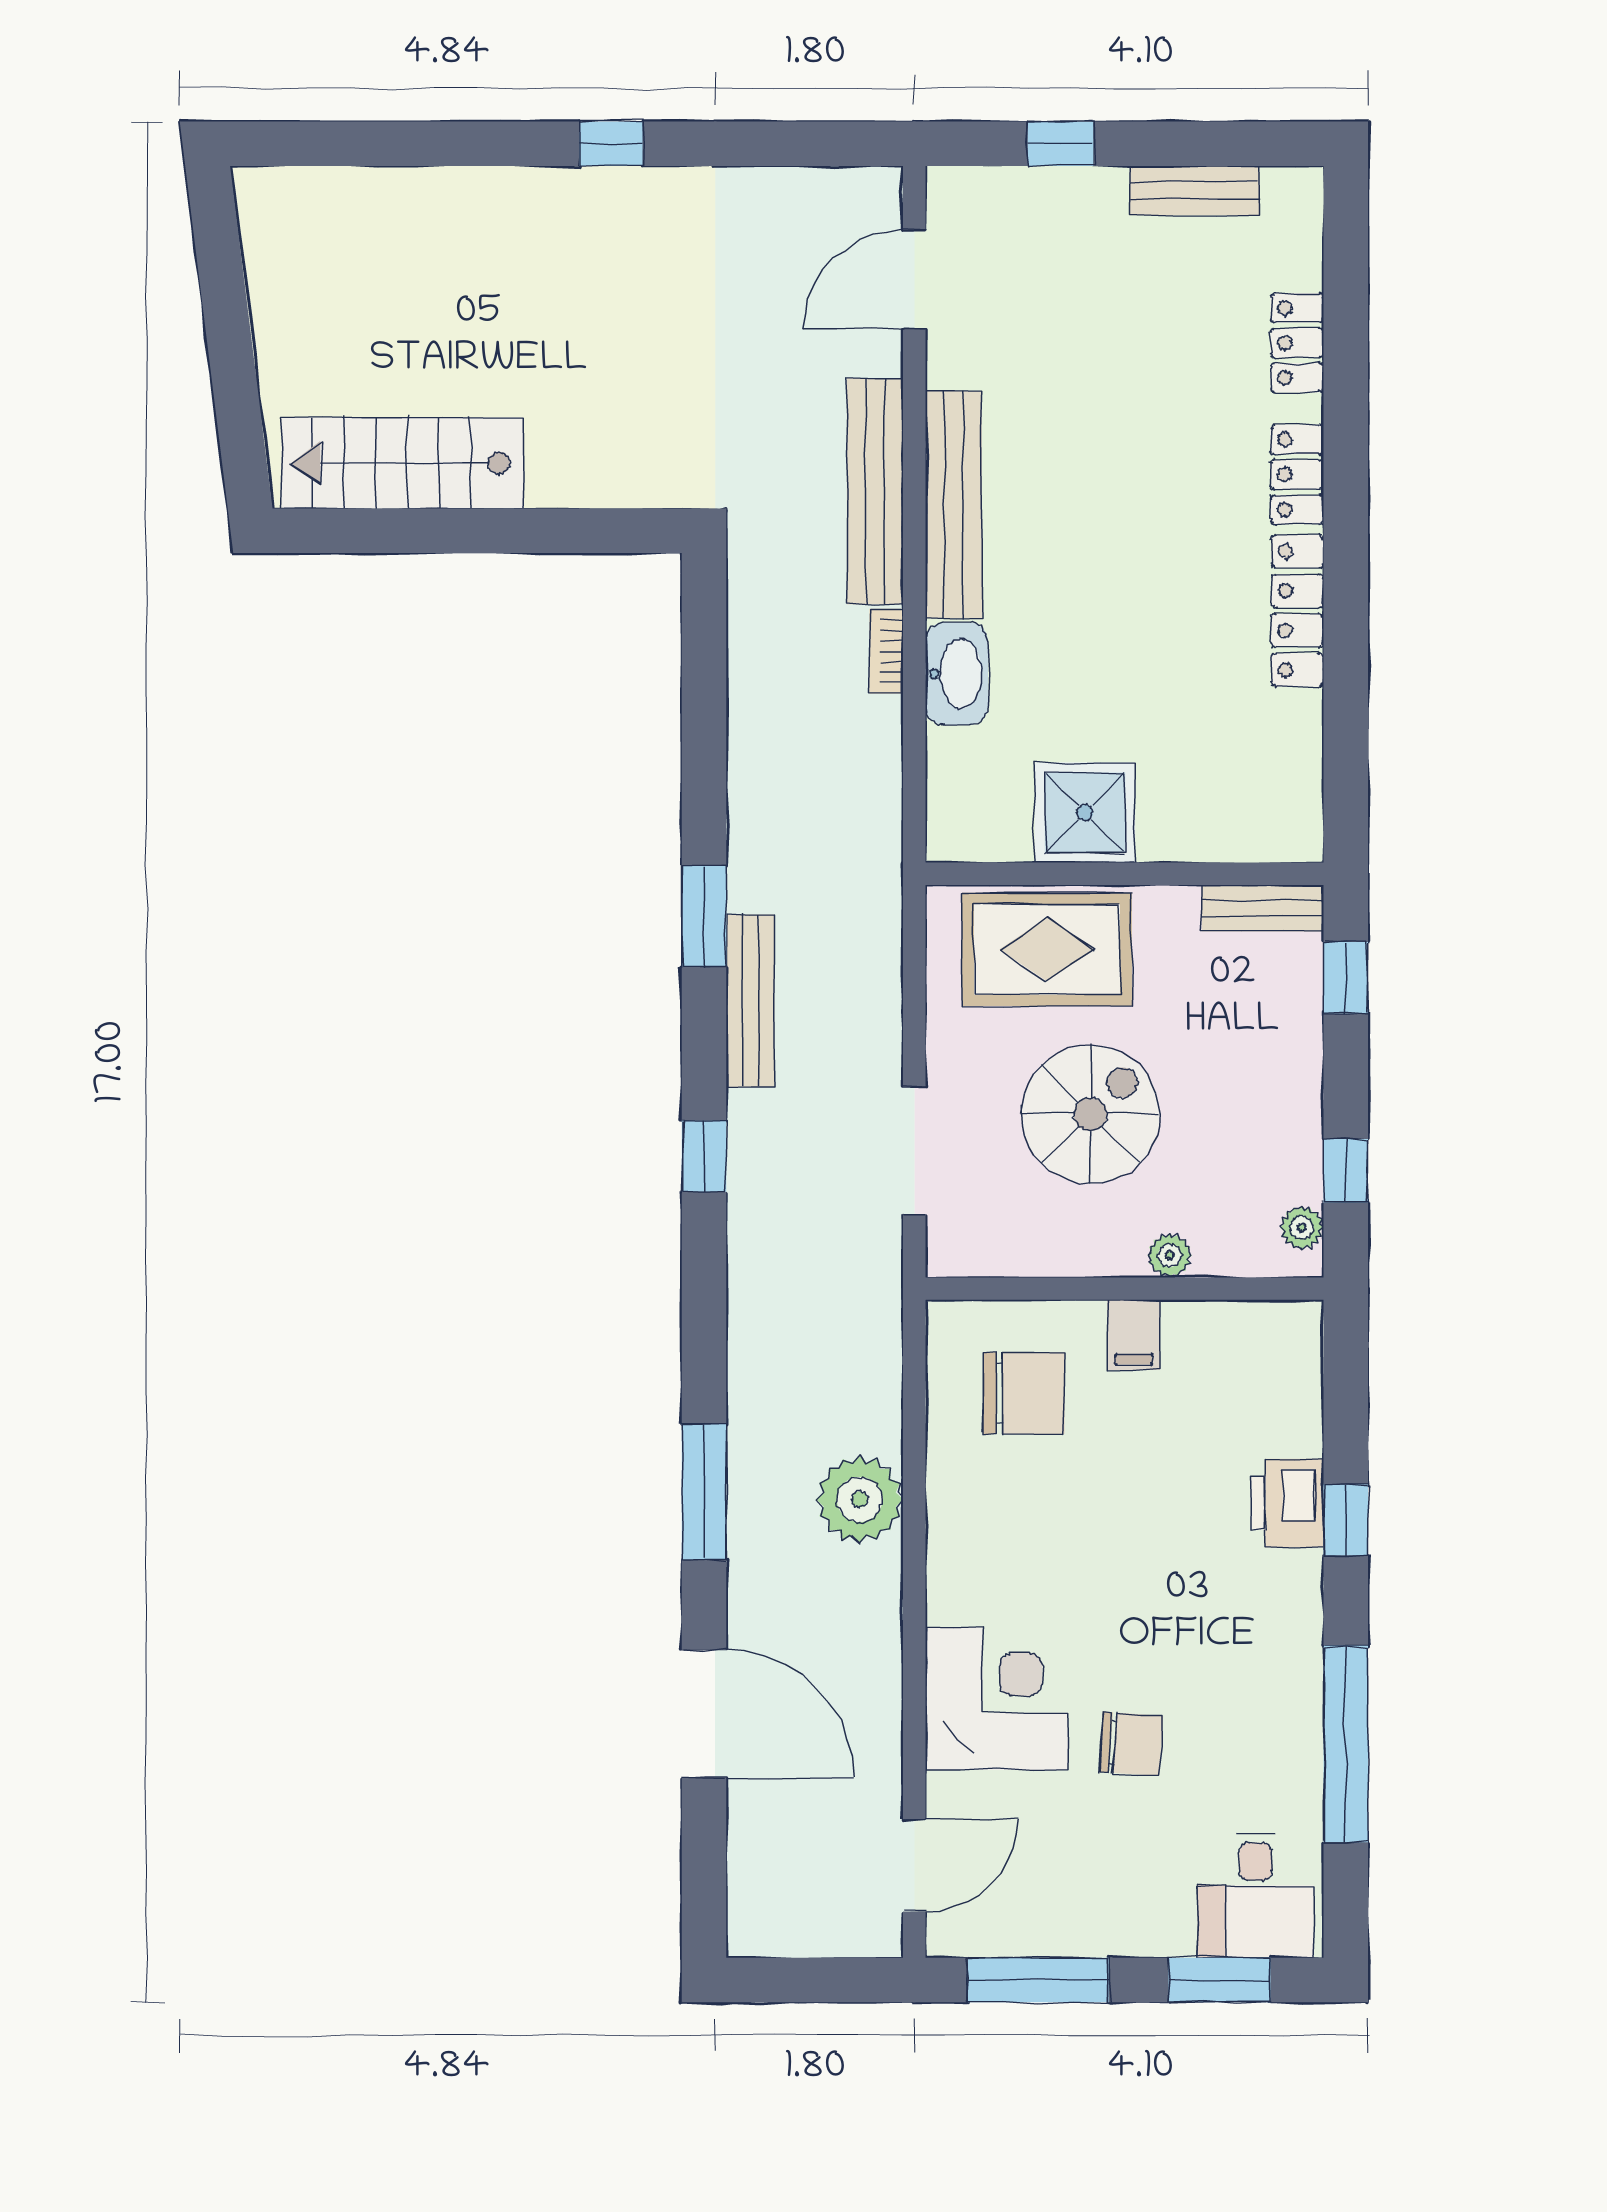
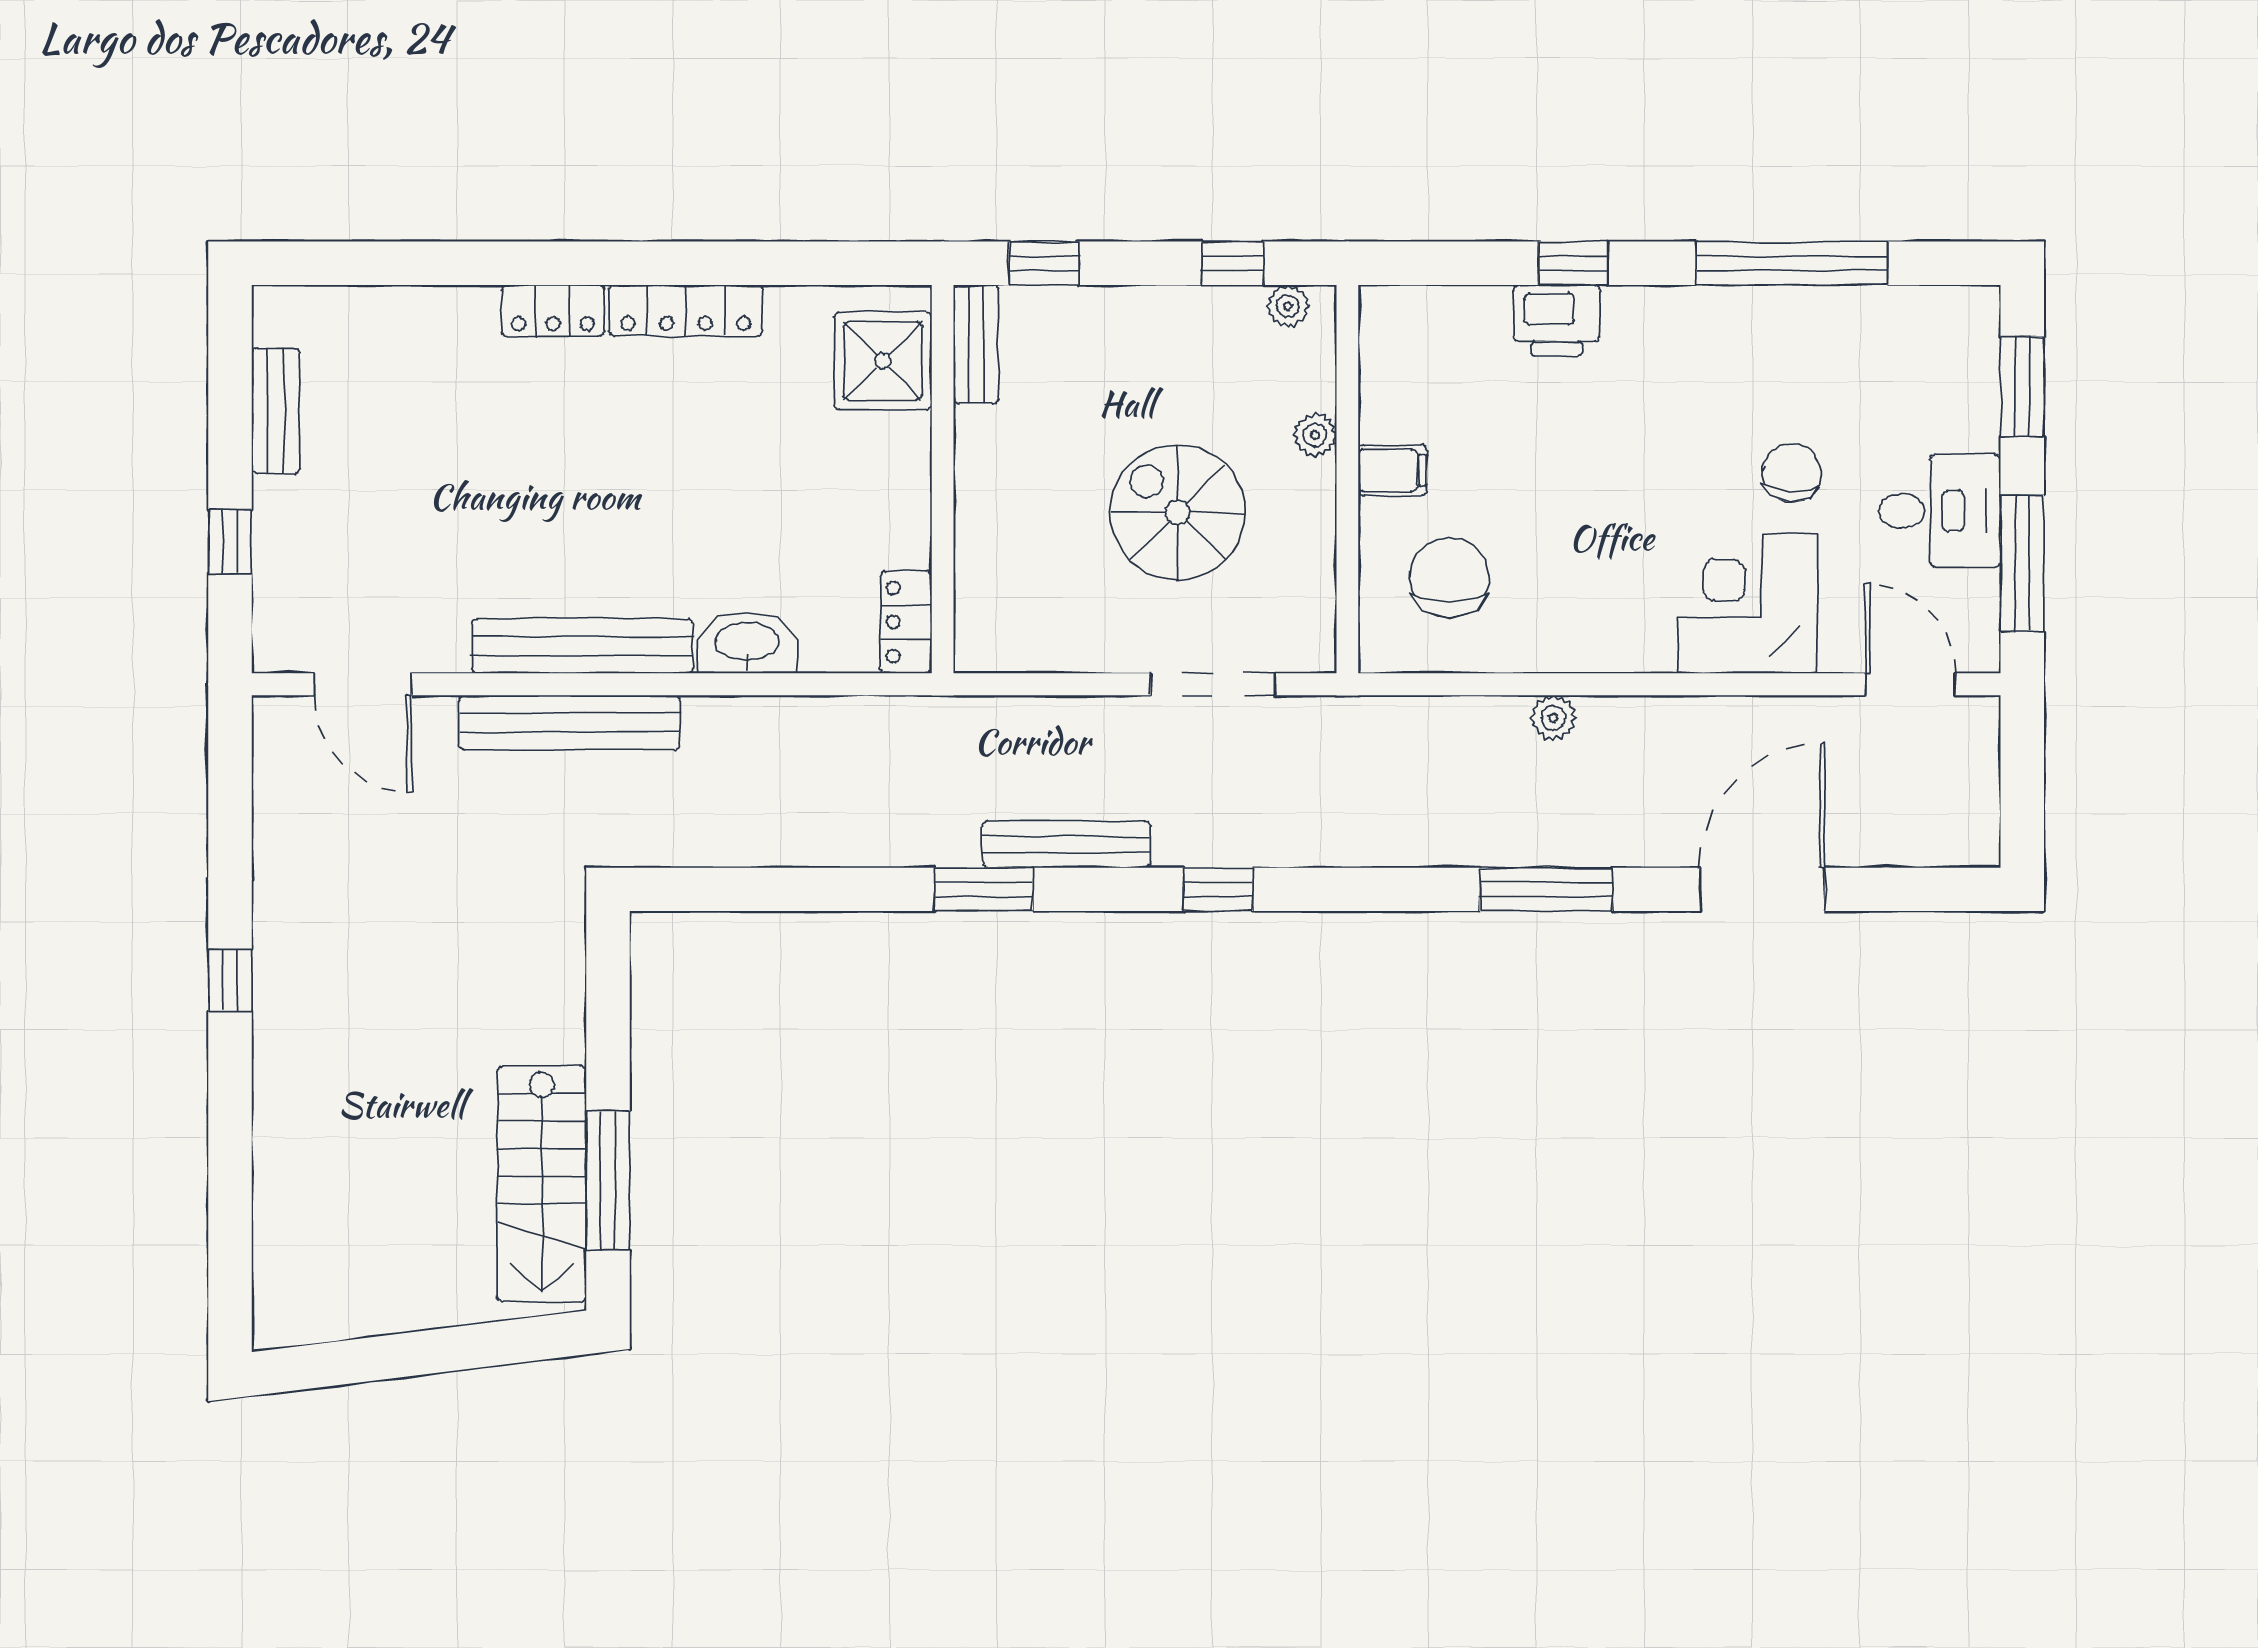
locker: (1297, 343) -> (906, 622), moved, turned 90
window: (405, 531) -> (608, 1181), added
bookcase: (886, 651) -> (725, 712), removed
shower: (1085, 813) -> (883, 361), moved
rug: (1047, 949) -> (1016, 555), removed
plant: (860, 1499) -> (1553, 718), width x0.53, depth x0.53
desk: (1256, 1895) -> (1940, 511), moved

